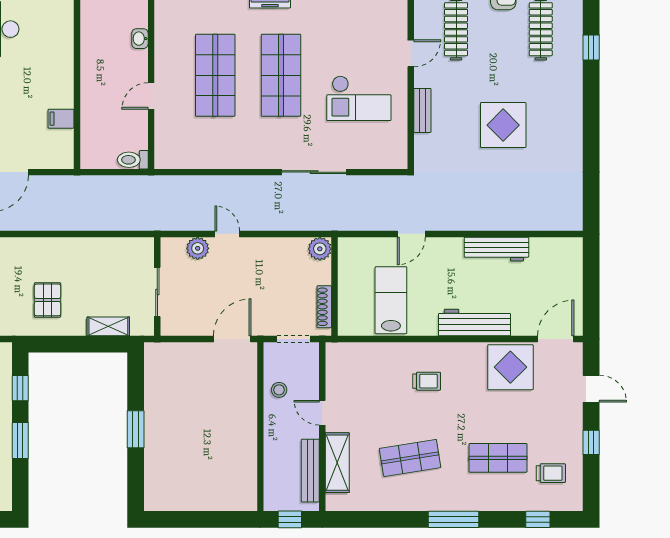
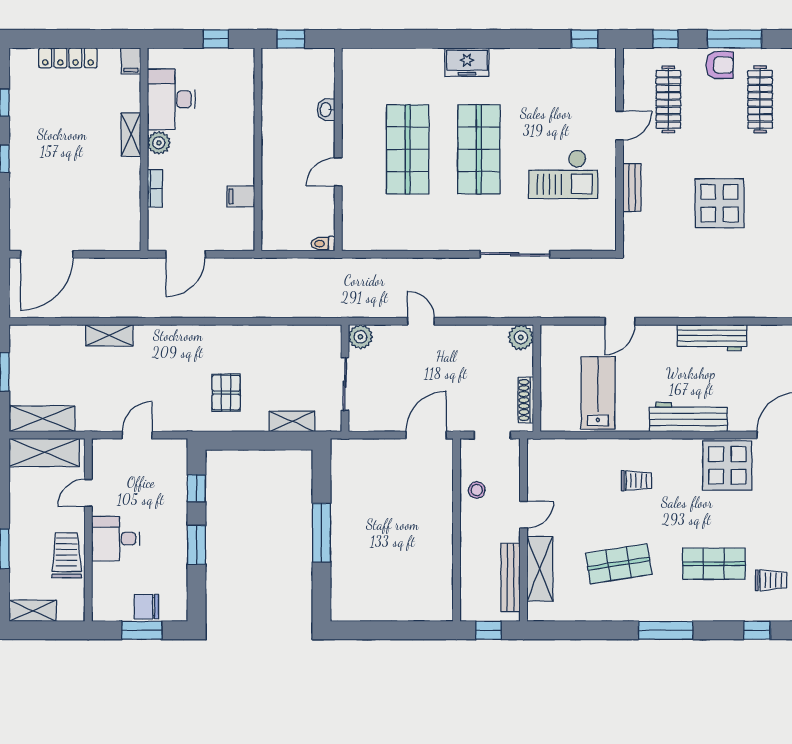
toilet: (133, 160) -> (323, 244), width x0.73, depth x0.72
plant: (198, 248) -> (360, 337), moved
door: (322, 413) -> (523, 515), swing flipped
window: (136, 429) -> (321, 533), width x1.44

